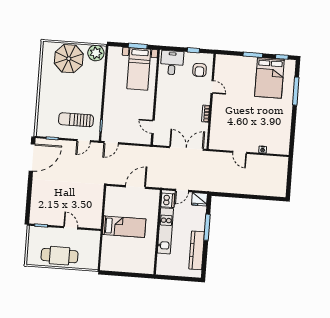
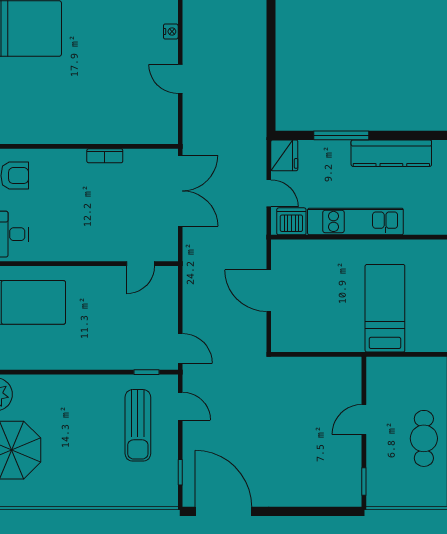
door: (212, 87) -> (48, 146), removed
double door: (186, 148) -> (180, 191), swing flipped
door: (240, 152) -> (180, 79), swing flipped
bed: (124, 227) -> (385, 308), moved
cafe table: (60, 256) -> (424, 438), width x0.73, depth x0.74

